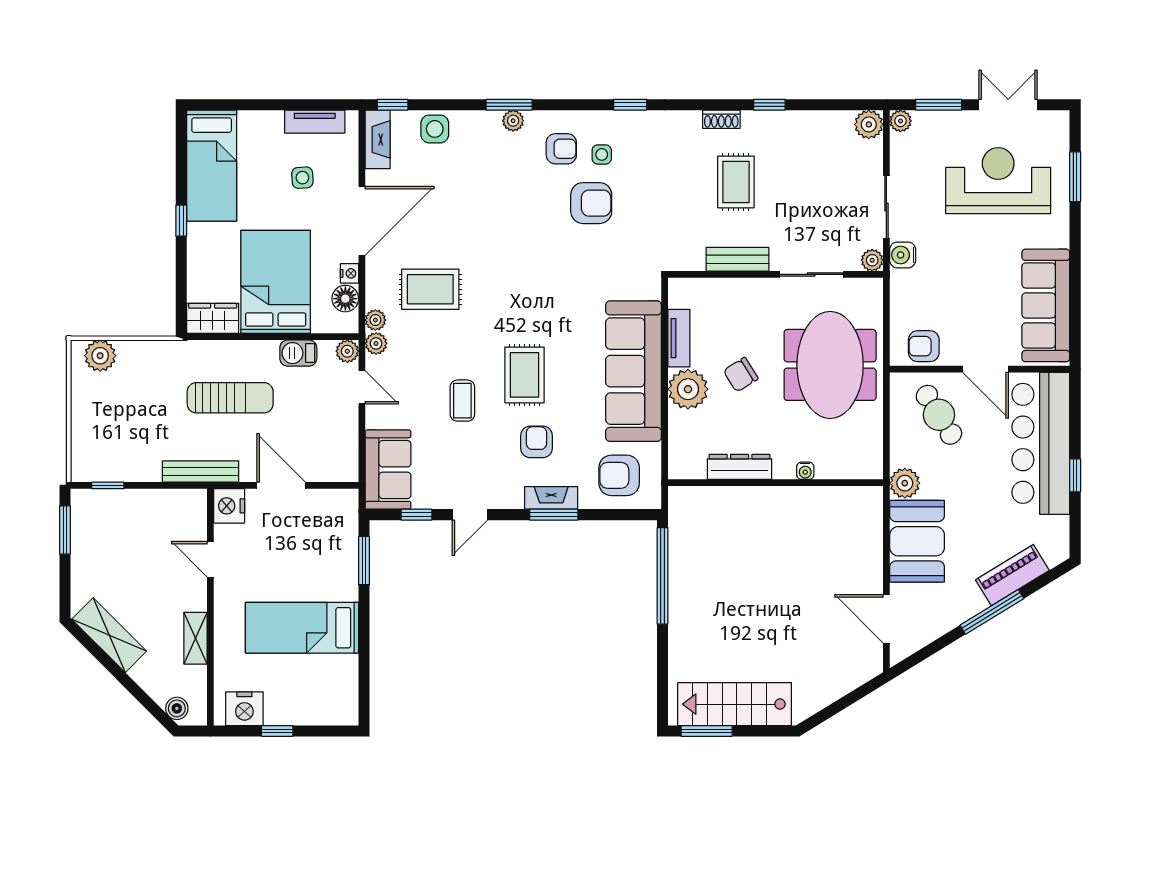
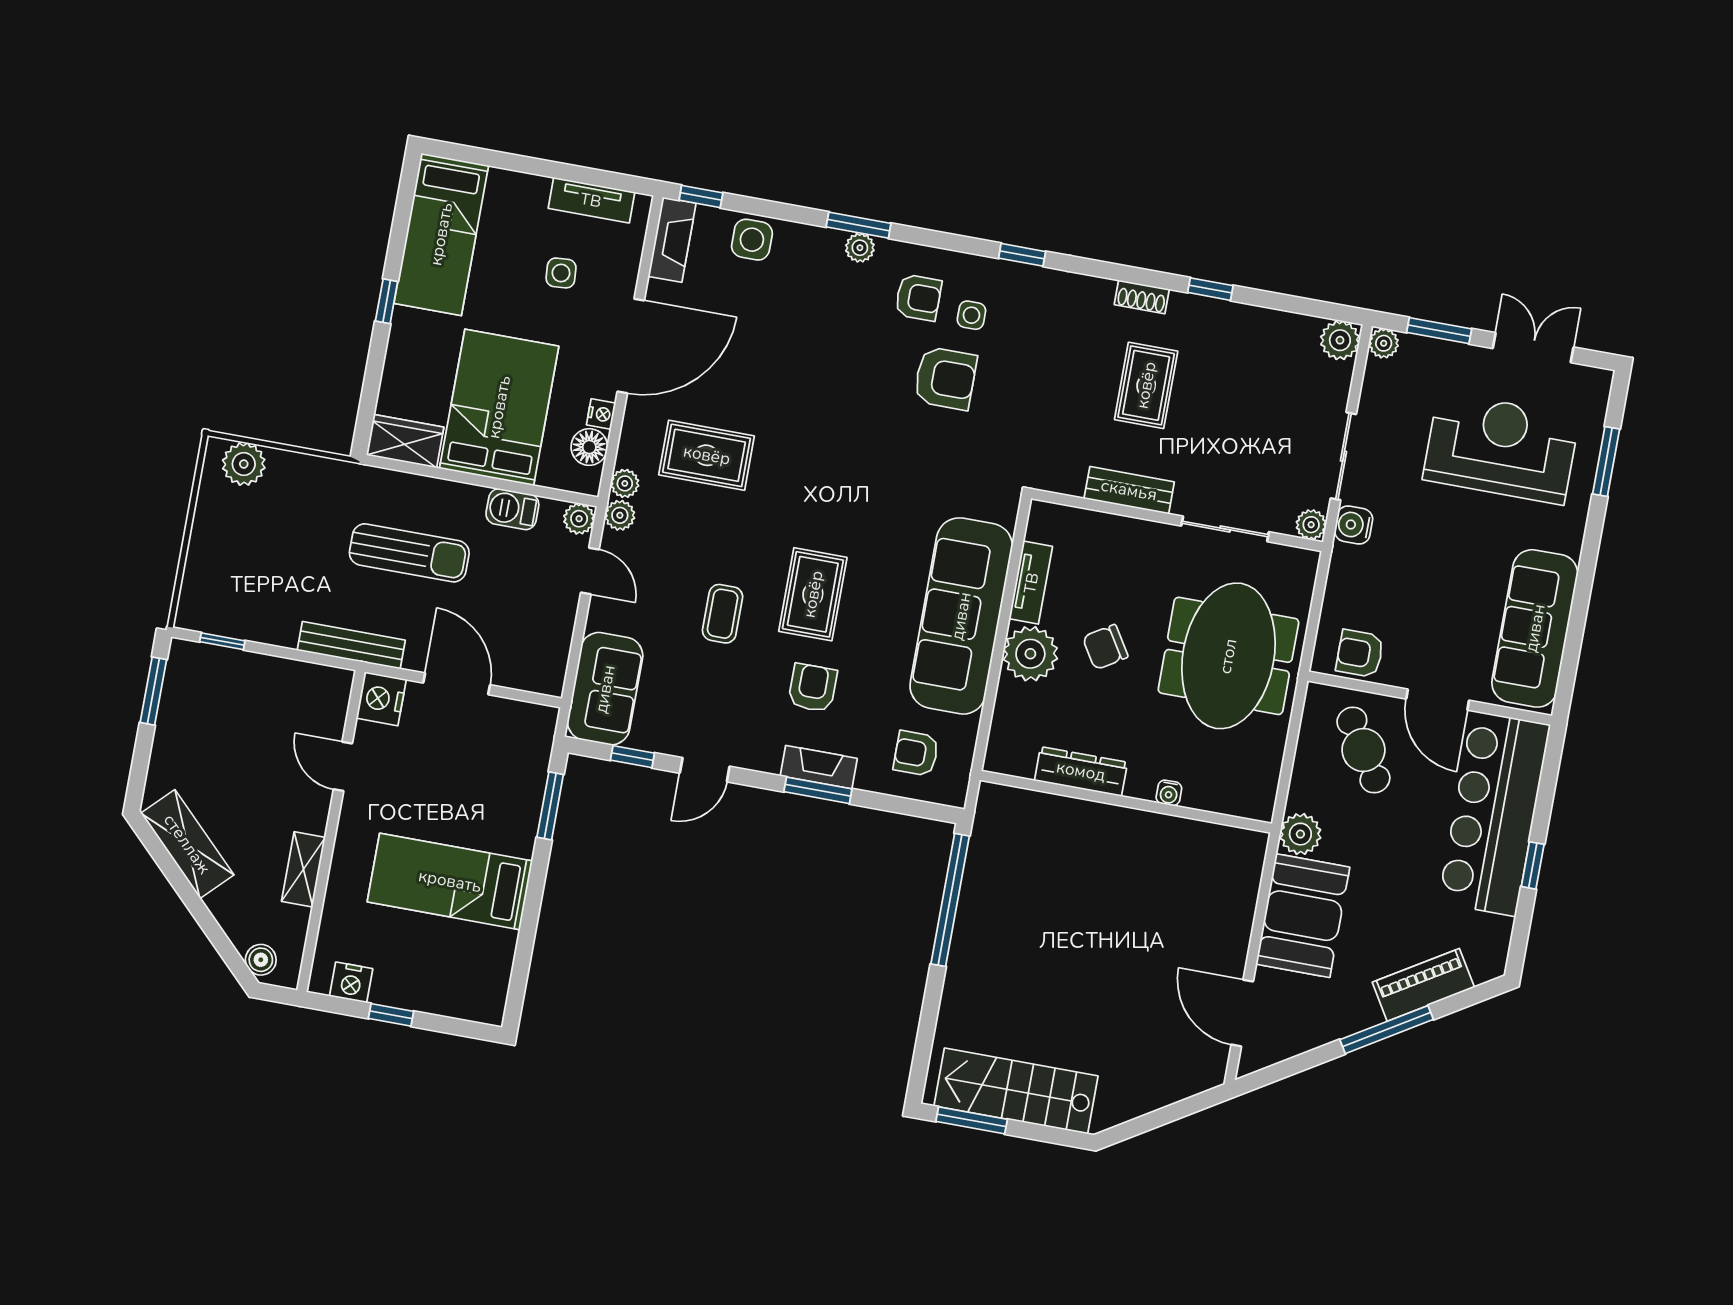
armchair: (619, 475) -> (916, 753), width x0.72, depth x0.72
nightstand: (244, 709) -> (351, 982), width x0.74, depth x0.75

